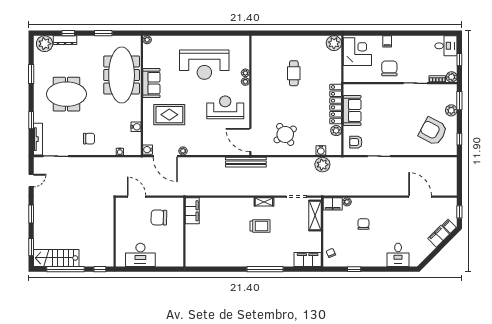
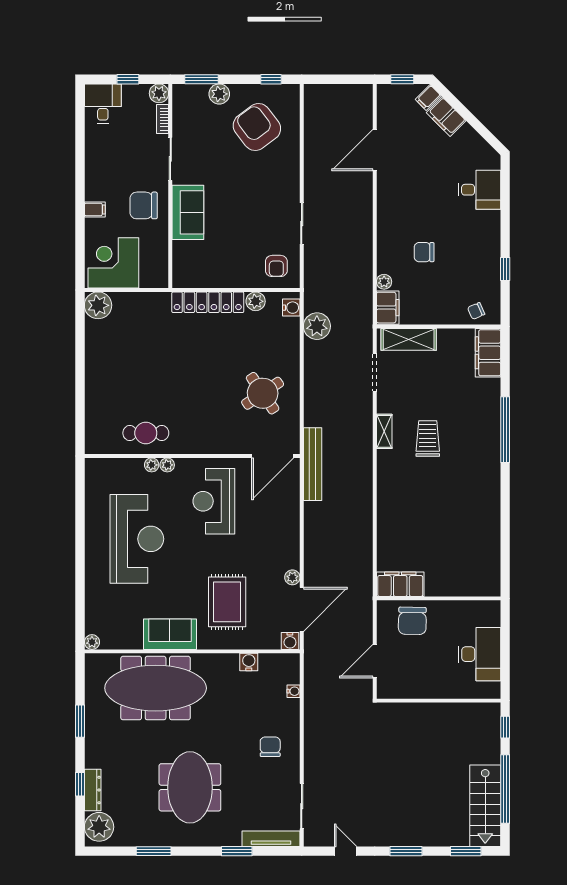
cafe table: (294, 73) -> (146, 433), moved
sofa: (352, 110) -> (188, 212), moved, turned 90
armchair: (433, 131) -> (257, 127), turned 115
water cooler: (321, 150) -> (291, 308), moved
filing cabinet: (192, 211) -> (400, 584), moved
wall: (184, 232) -> (439, 598), moved

